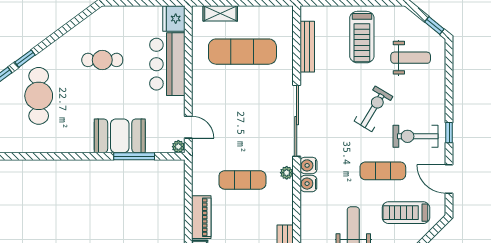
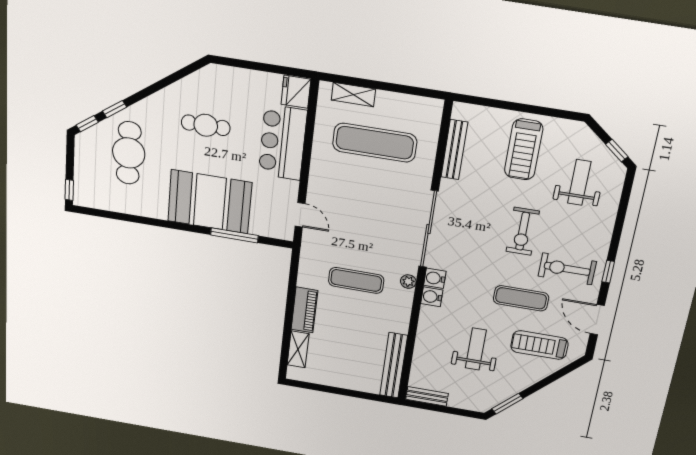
weight bench: (411, 58) -> (579, 182), turned -90
exercise bike: (373, 109) -> (523, 231), turned 149
booth: (120, 136) -> (210, 202), width x1.36, depth x1.42
plant: (178, 147) -> (286, 234), removed

